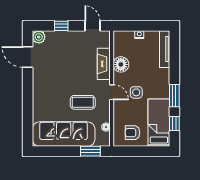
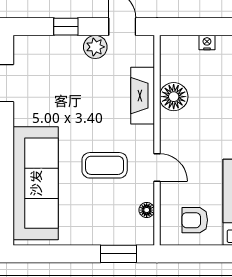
plant: (39, 37) -> (95, 47), moved
door: (112, 92) -> (157, 168), moved
side table: (136, 92) -> (201, 147), removed
sofa: (64, 134) -> (36, 183), moved, turned 90

